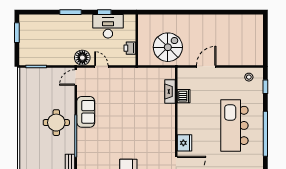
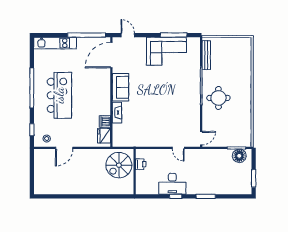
wall: (137, 40) -> (135, 172), moved
printer: (130, 48) -> (141, 164), moved
floor lamp: (82, 58) -> (239, 156), moved
door: (206, 66) -> (64, 148), moved
fireplace: (170, 92) -> (117, 113), moved
sofa: (86, 112) -> (120, 87), moved, turned 180
fridge: (185, 143) -> (104, 136), moved

